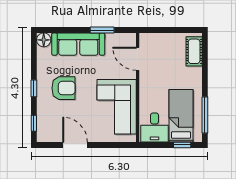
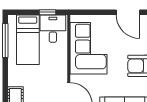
window: (182, 145) -> (48, 12), moved

